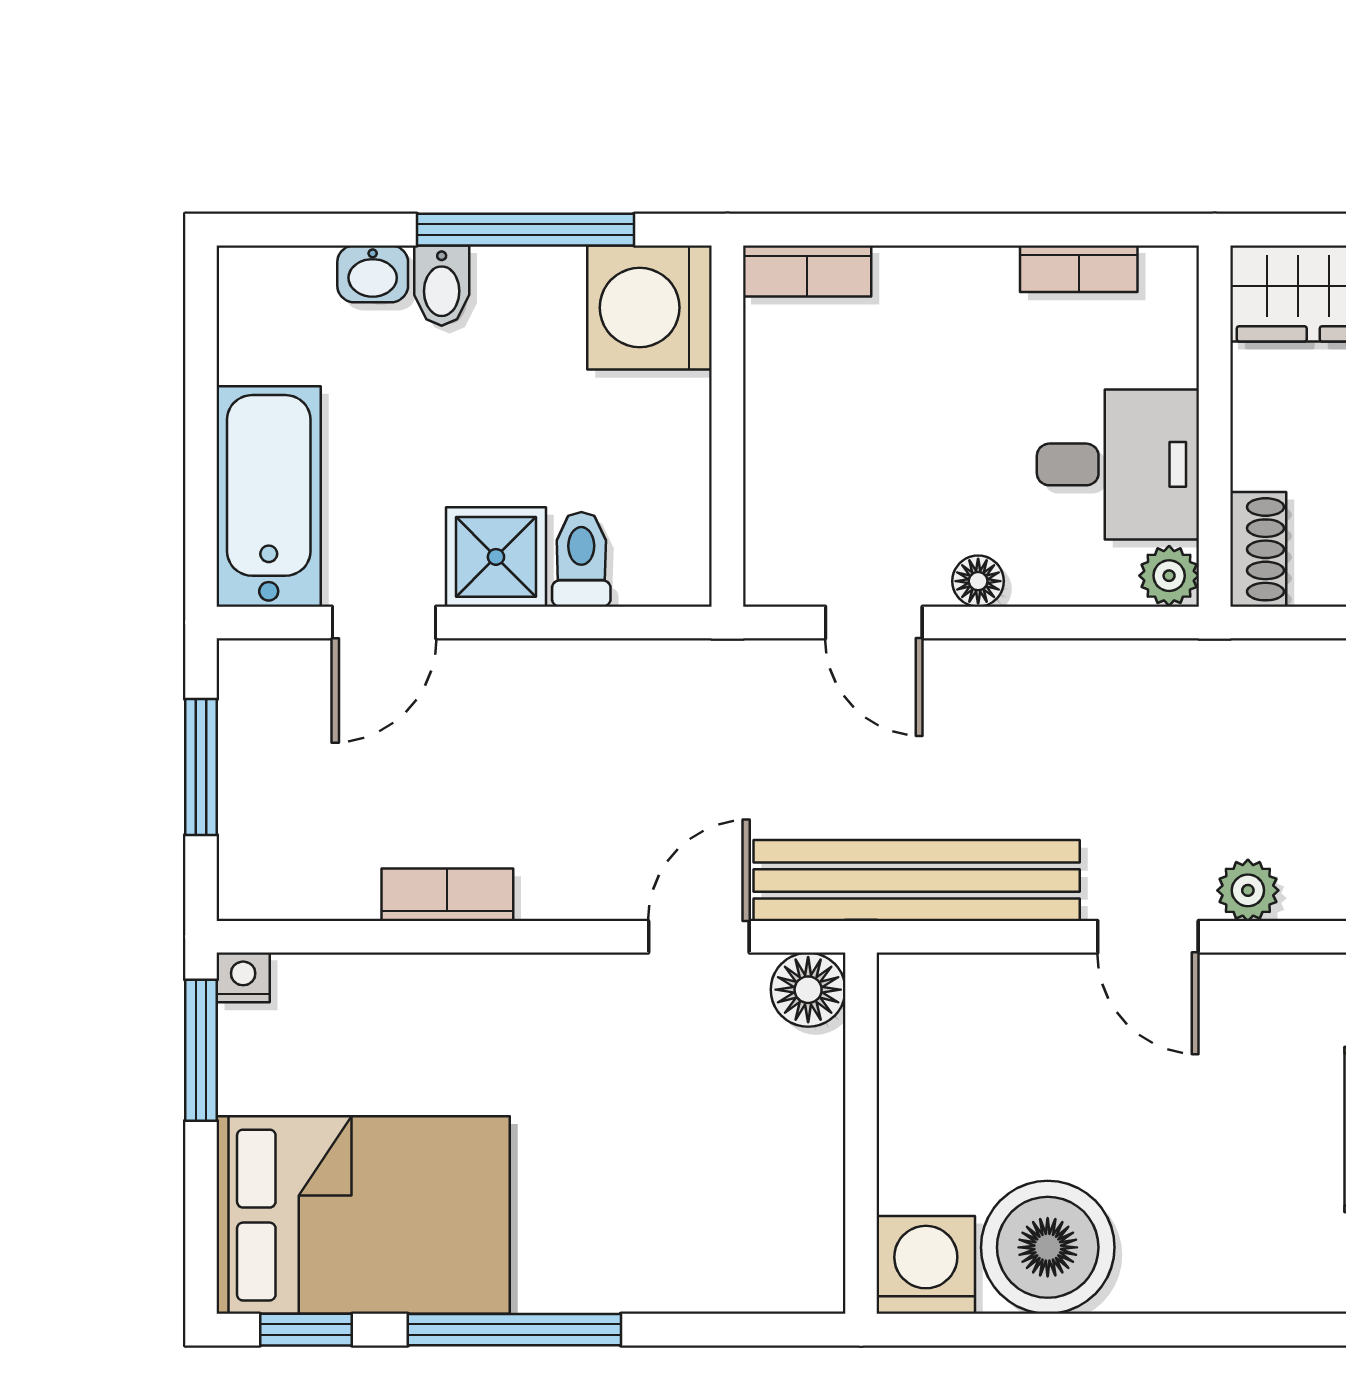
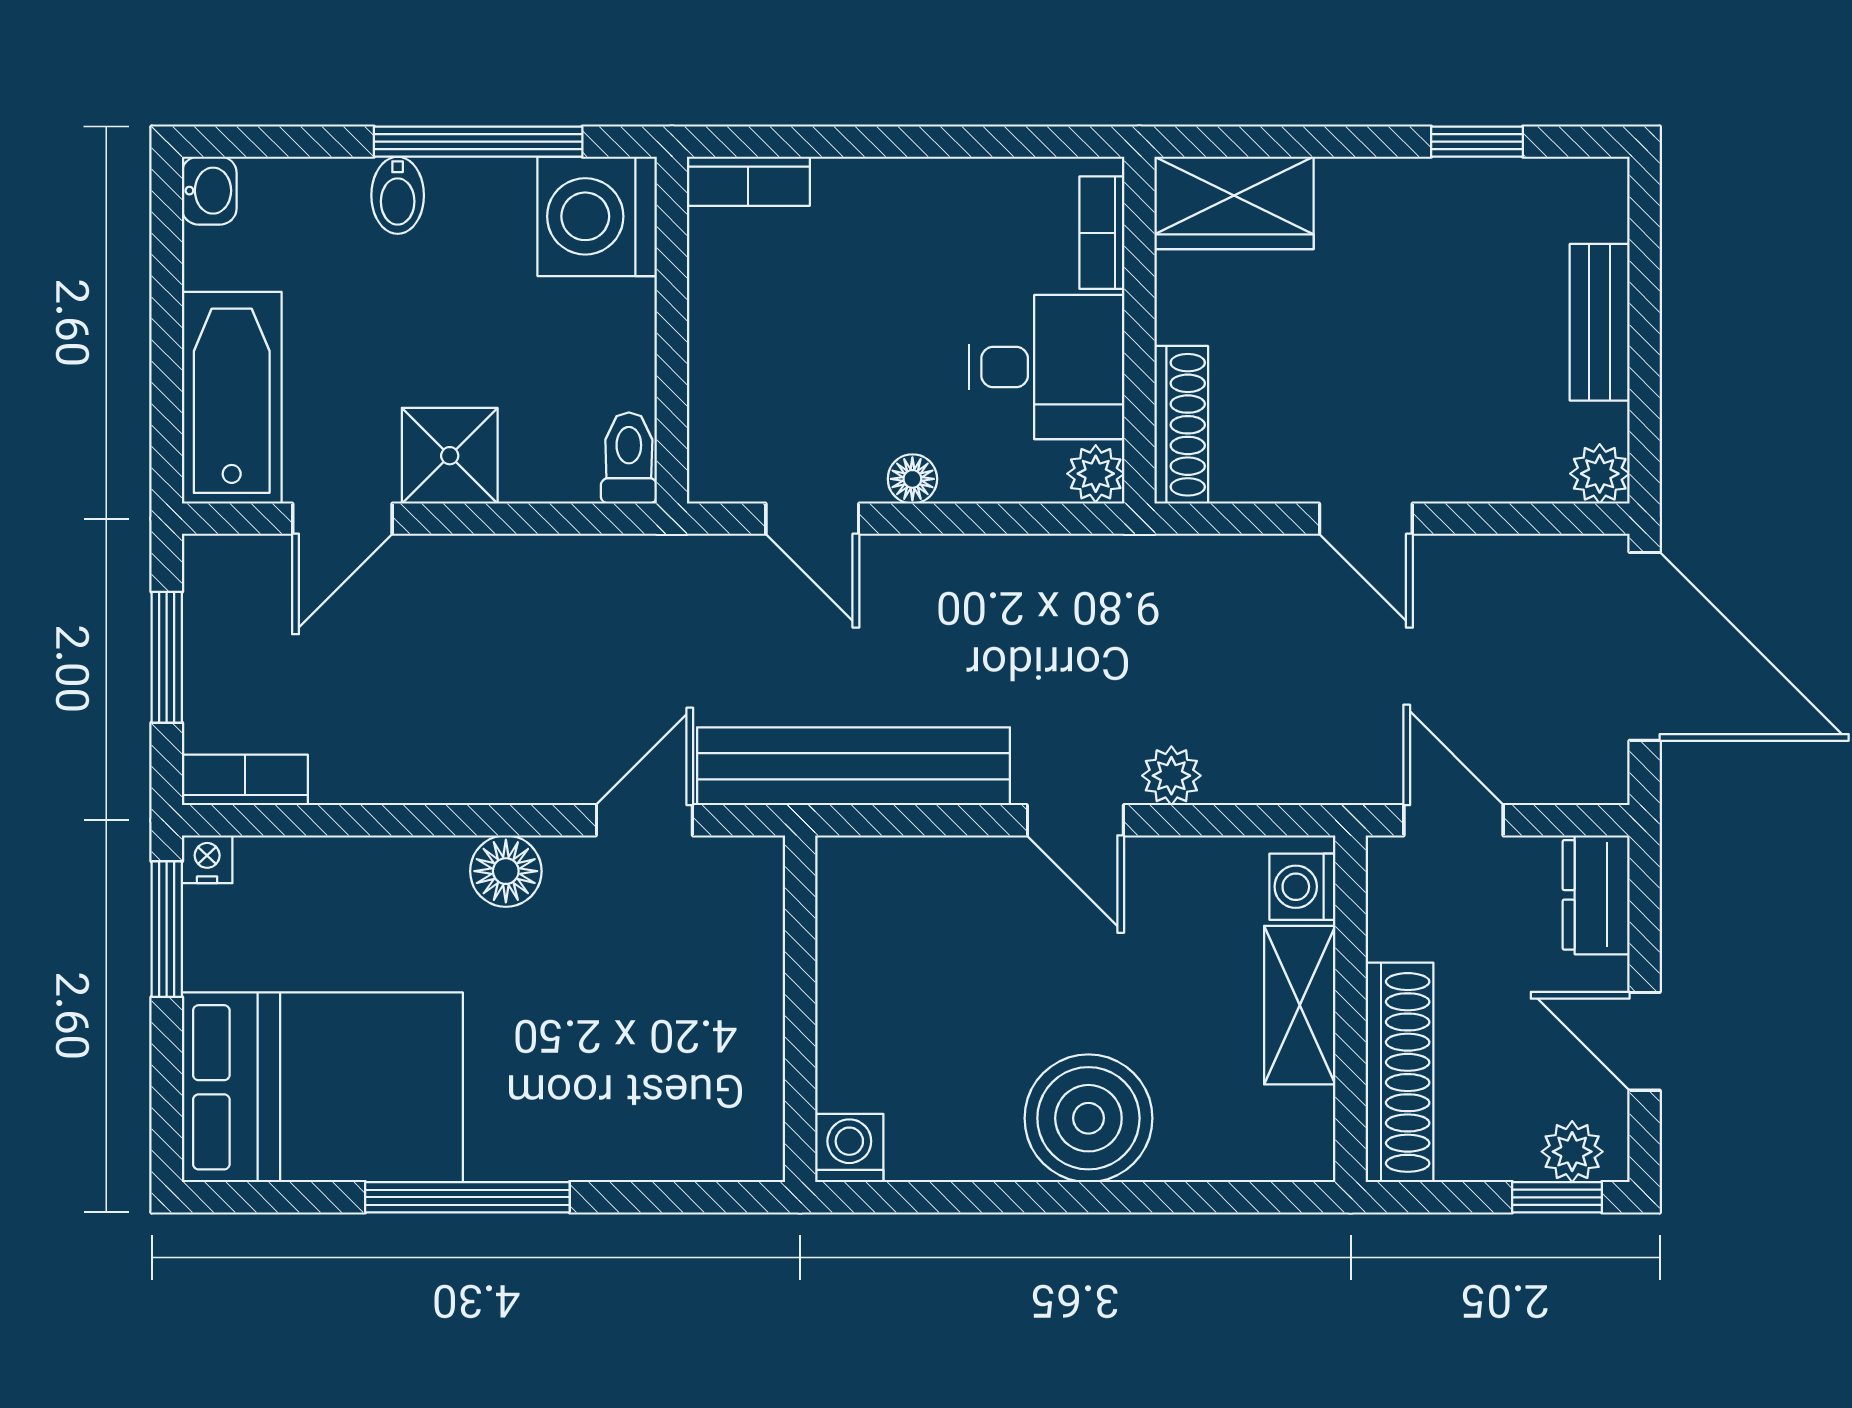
bookcase: (1079, 269) -> (1102, 233), moved, turned 90
washbasin: (373, 274) -> (209, 191), moved, turned -90
shoe rack: (1258, 549) -> (1181, 425), width x1.43
toilet: (581, 559) -> (629, 458), moved
bookcase: (447, 895) -> (245, 780), moved
floor lamp: (808, 990) -> (506, 871), moved
boiler: (1048, 1247) -> (1088, 1118), moved
washing machine: (926, 1265) -> (849, 1148), width x0.73, depth x0.73
window: (306, 1330) -> (267, 1197), removed

